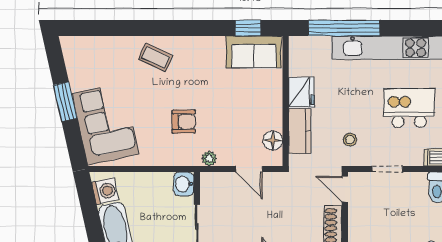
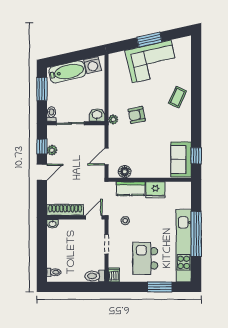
window: (344, 28) -> (196, 234), moved
kitchen island: (409, 108) -> (145, 258), turned 180
armchair: (184, 122) -> (137, 115), turned 78
corner sofa: (105, 124) -> (152, 61), moved
plant: (209, 159) -> (113, 119), moved

